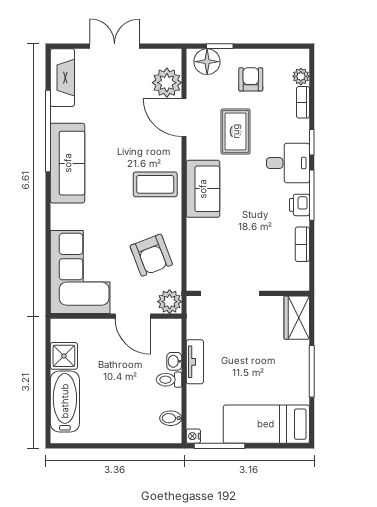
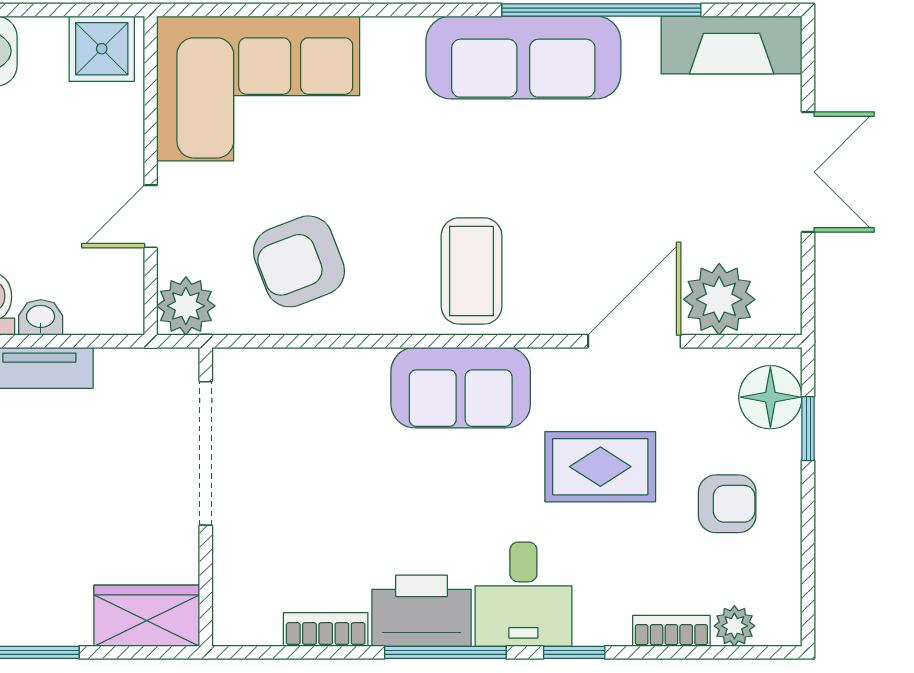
printer: (299, 205) -> (421, 611), width x1.87, depth x1.48
door: (133, 316) -> (151, 216), width x0.73
shower: (64, 356) -> (102, 49), moved

